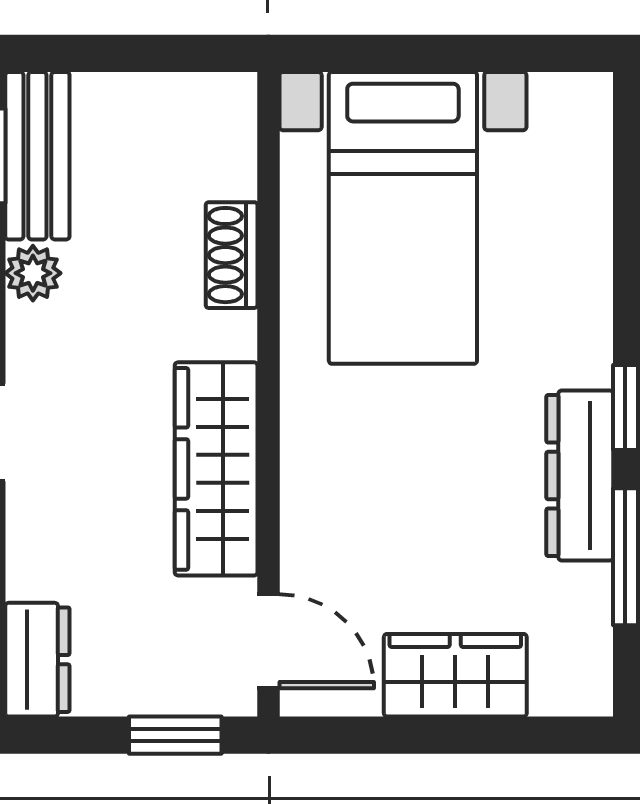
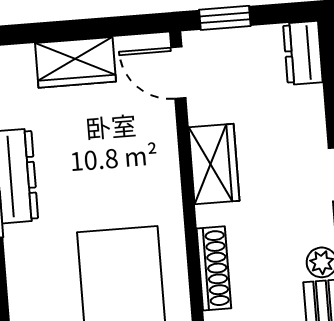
shoe rack: (232, 255) -> (214, 268), width x1.43
wardrobe: (216, 469) -> (214, 164), width x0.67

